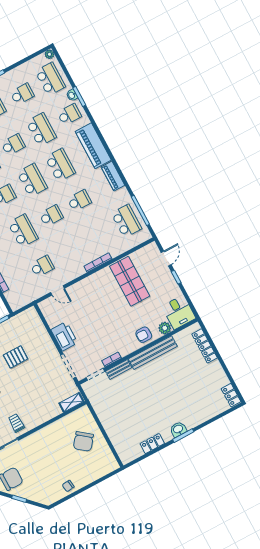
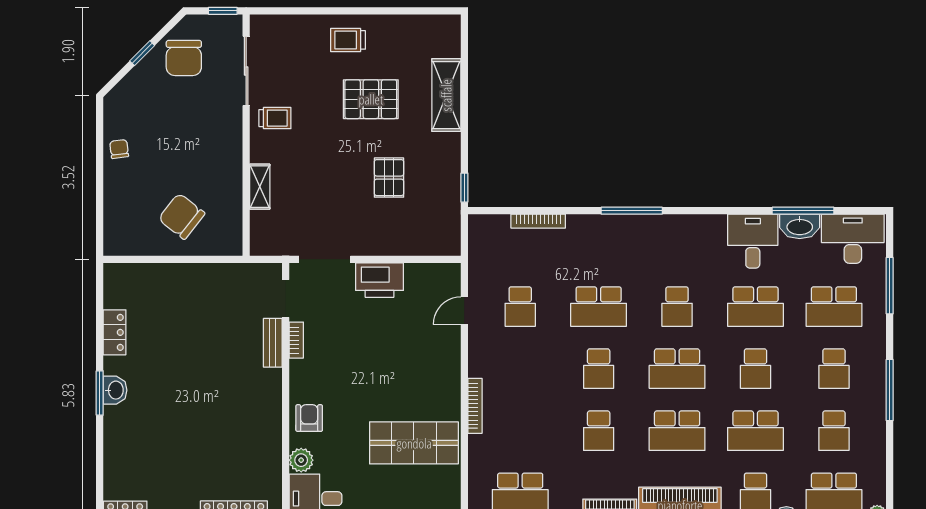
bench: (153, 353) -> (270, 417), removed
shelving: (71, 402) -> (260, 187), moved

